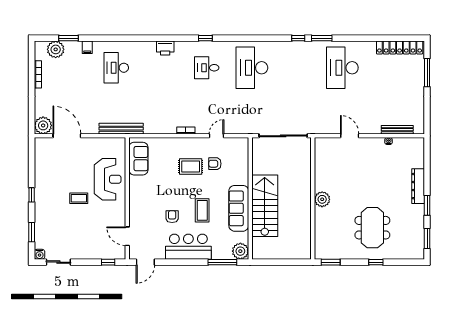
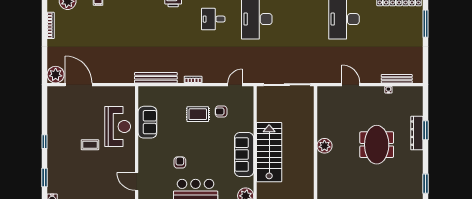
desk: (116, 68) -> (126, 19), removed
bench: (121, 129) -> (156, 78), moved
door: (216, 136) -> (235, 85), moved
sofa: (138, 159) -> (147, 122), moved
window: (427, 205) -> (426, 130), moved
coffee table: (202, 210) -> (209, 156), removed
meeting table: (372, 228) -> (377, 145), moved

